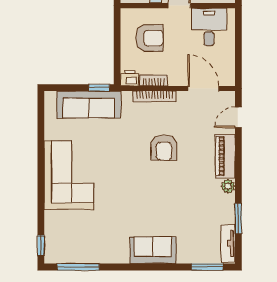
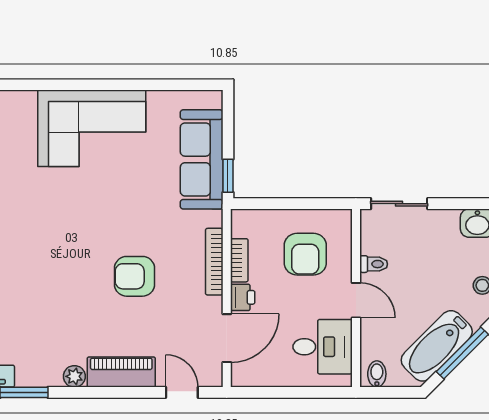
printer: (130, 78) -> (243, 297), moved

